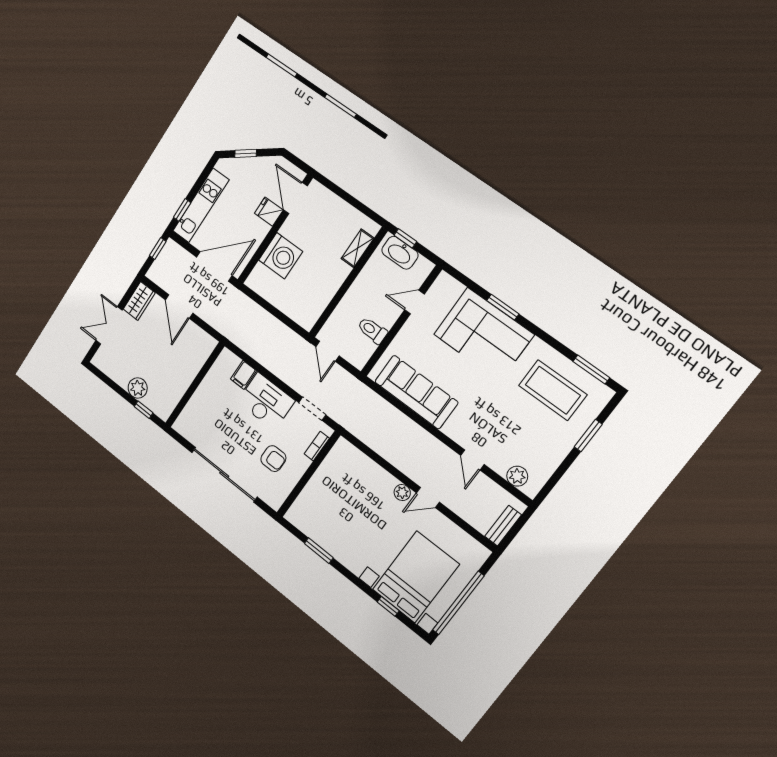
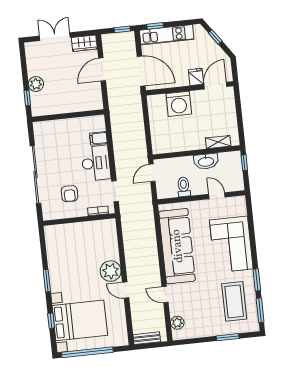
washbasin: (400, 253) -> (206, 161), moved, turned -90
window: (503, 307) -> (257, 280), moved
sofa: (416, 392) -> (177, 246), width x1.36, depth x1.27
door: (472, 460) -> (165, 295), hinge flipped
plant: (402, 493) -> (111, 271), width x1.88, depth x1.88
window: (319, 551) -> (47, 281), moved

